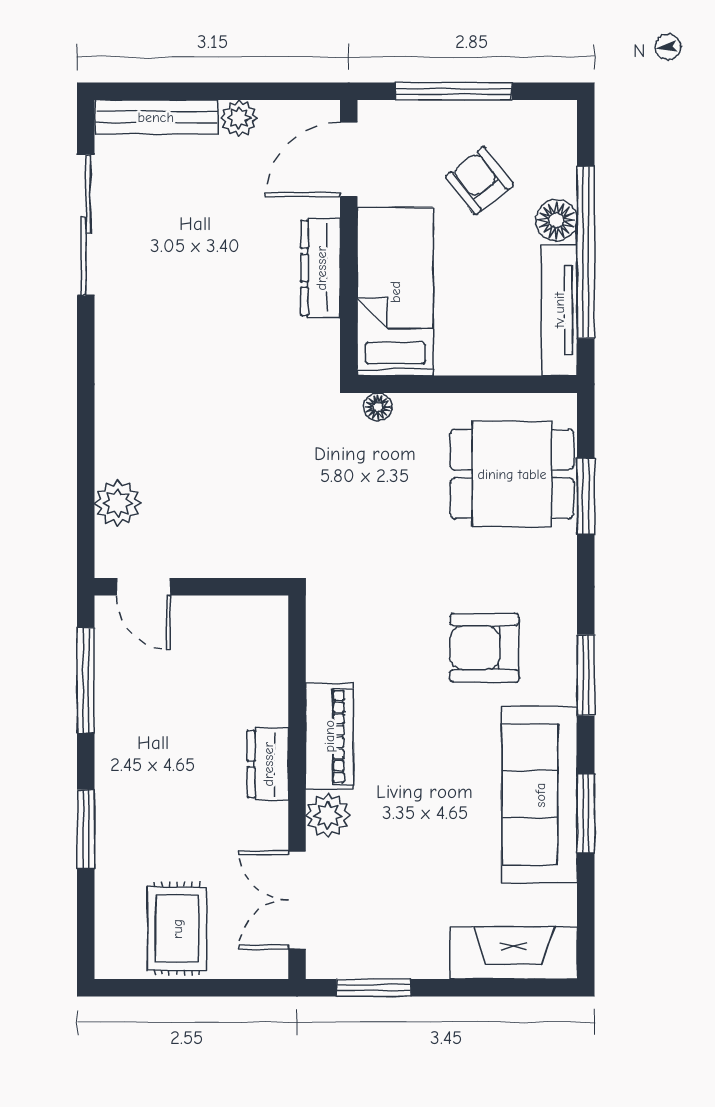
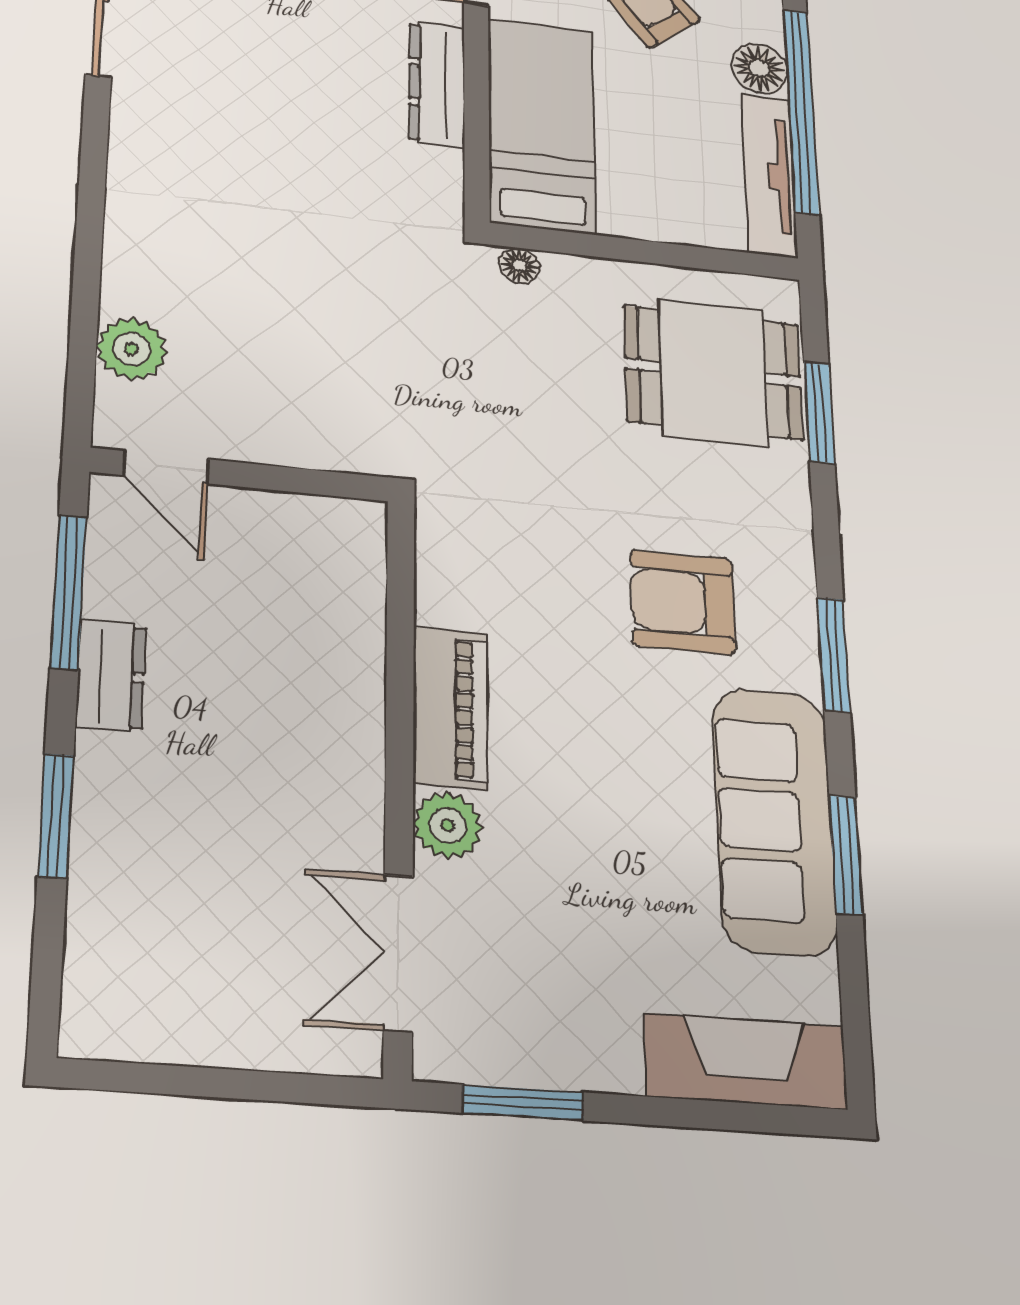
dresser: (268, 764) -> (111, 676), moved, turned 180
rug: (177, 929) -> (200, 984), removed

